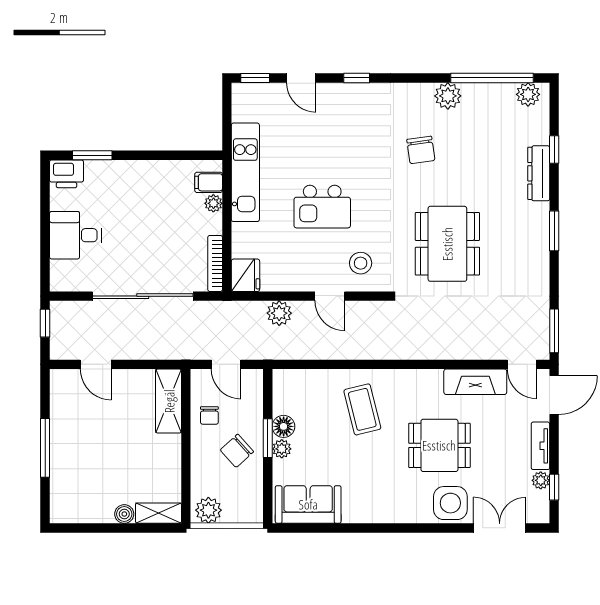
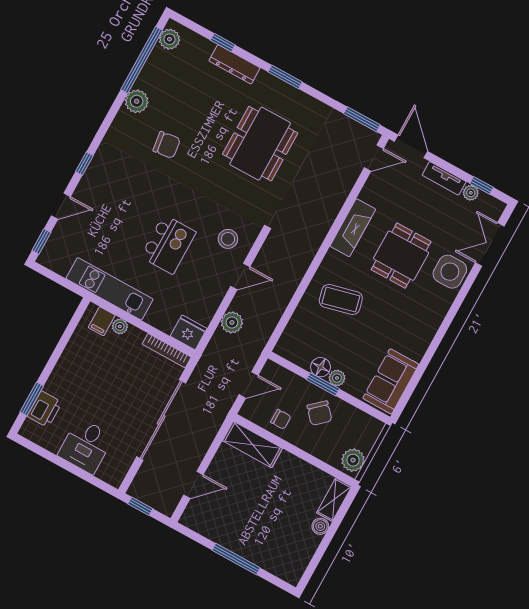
printer: (67, 174) -> (45, 409), moved
dining table: (447, 244) -> (260, 144), moved, turned 90
fireplace: (475, 382) -> (353, 228), moved

